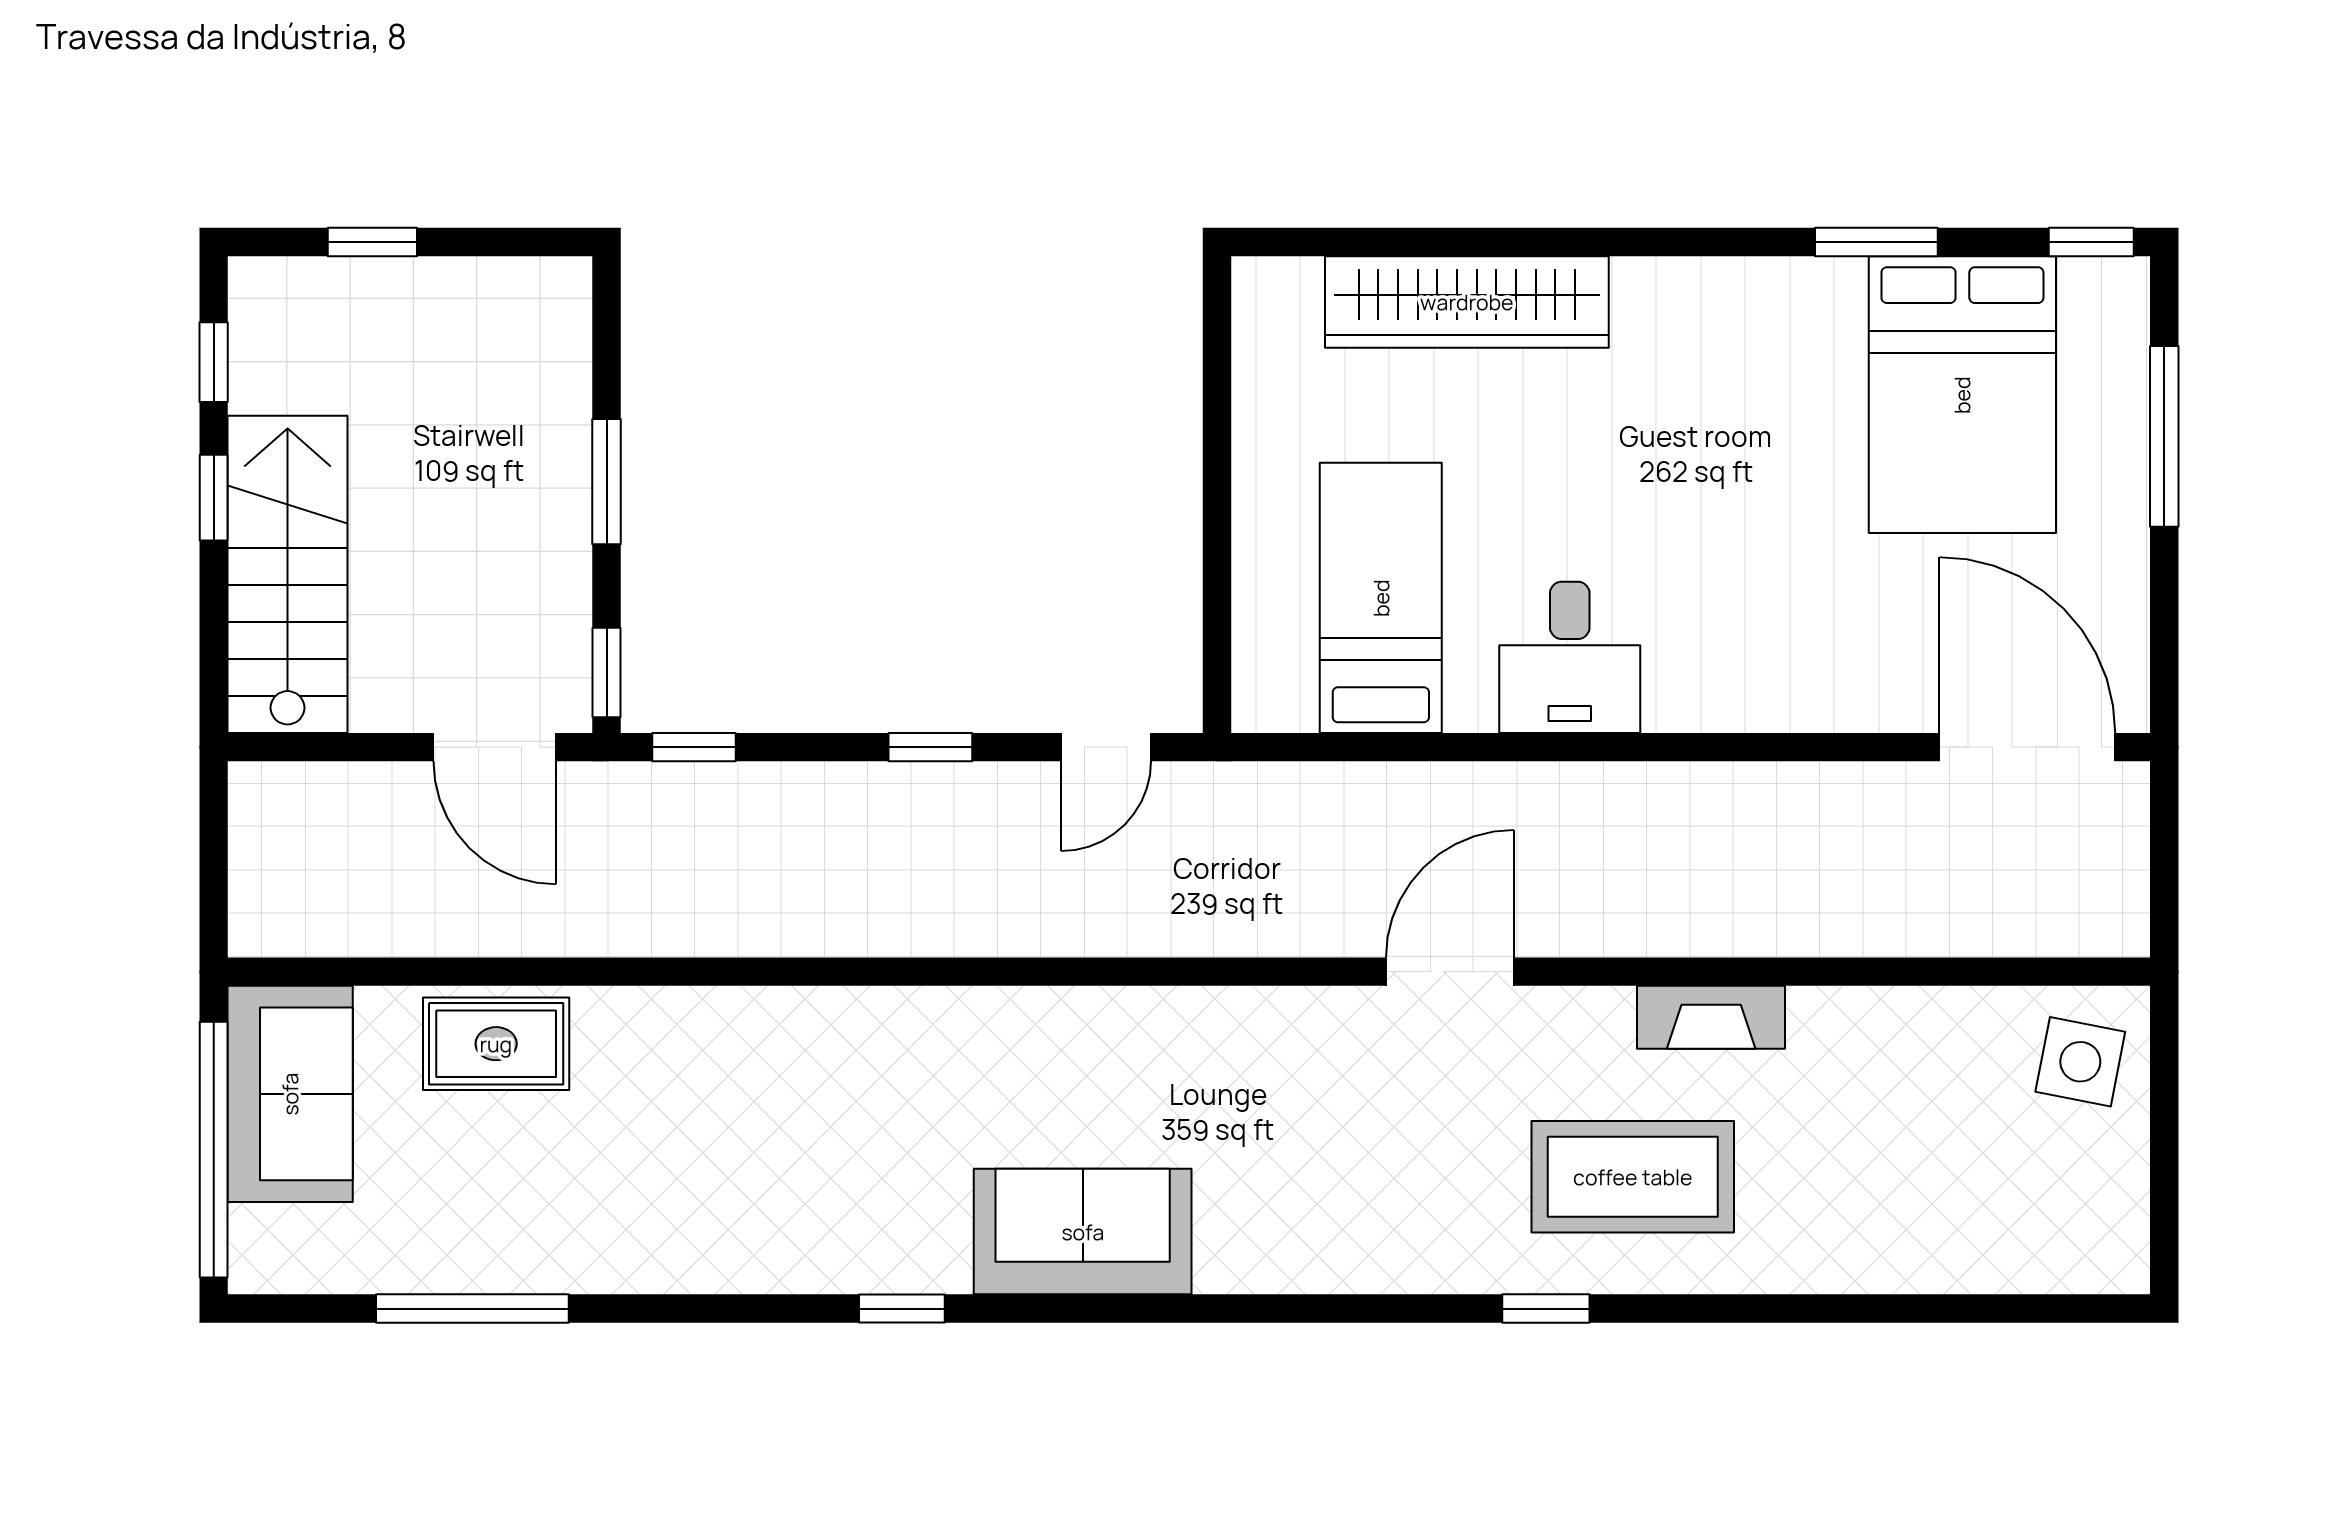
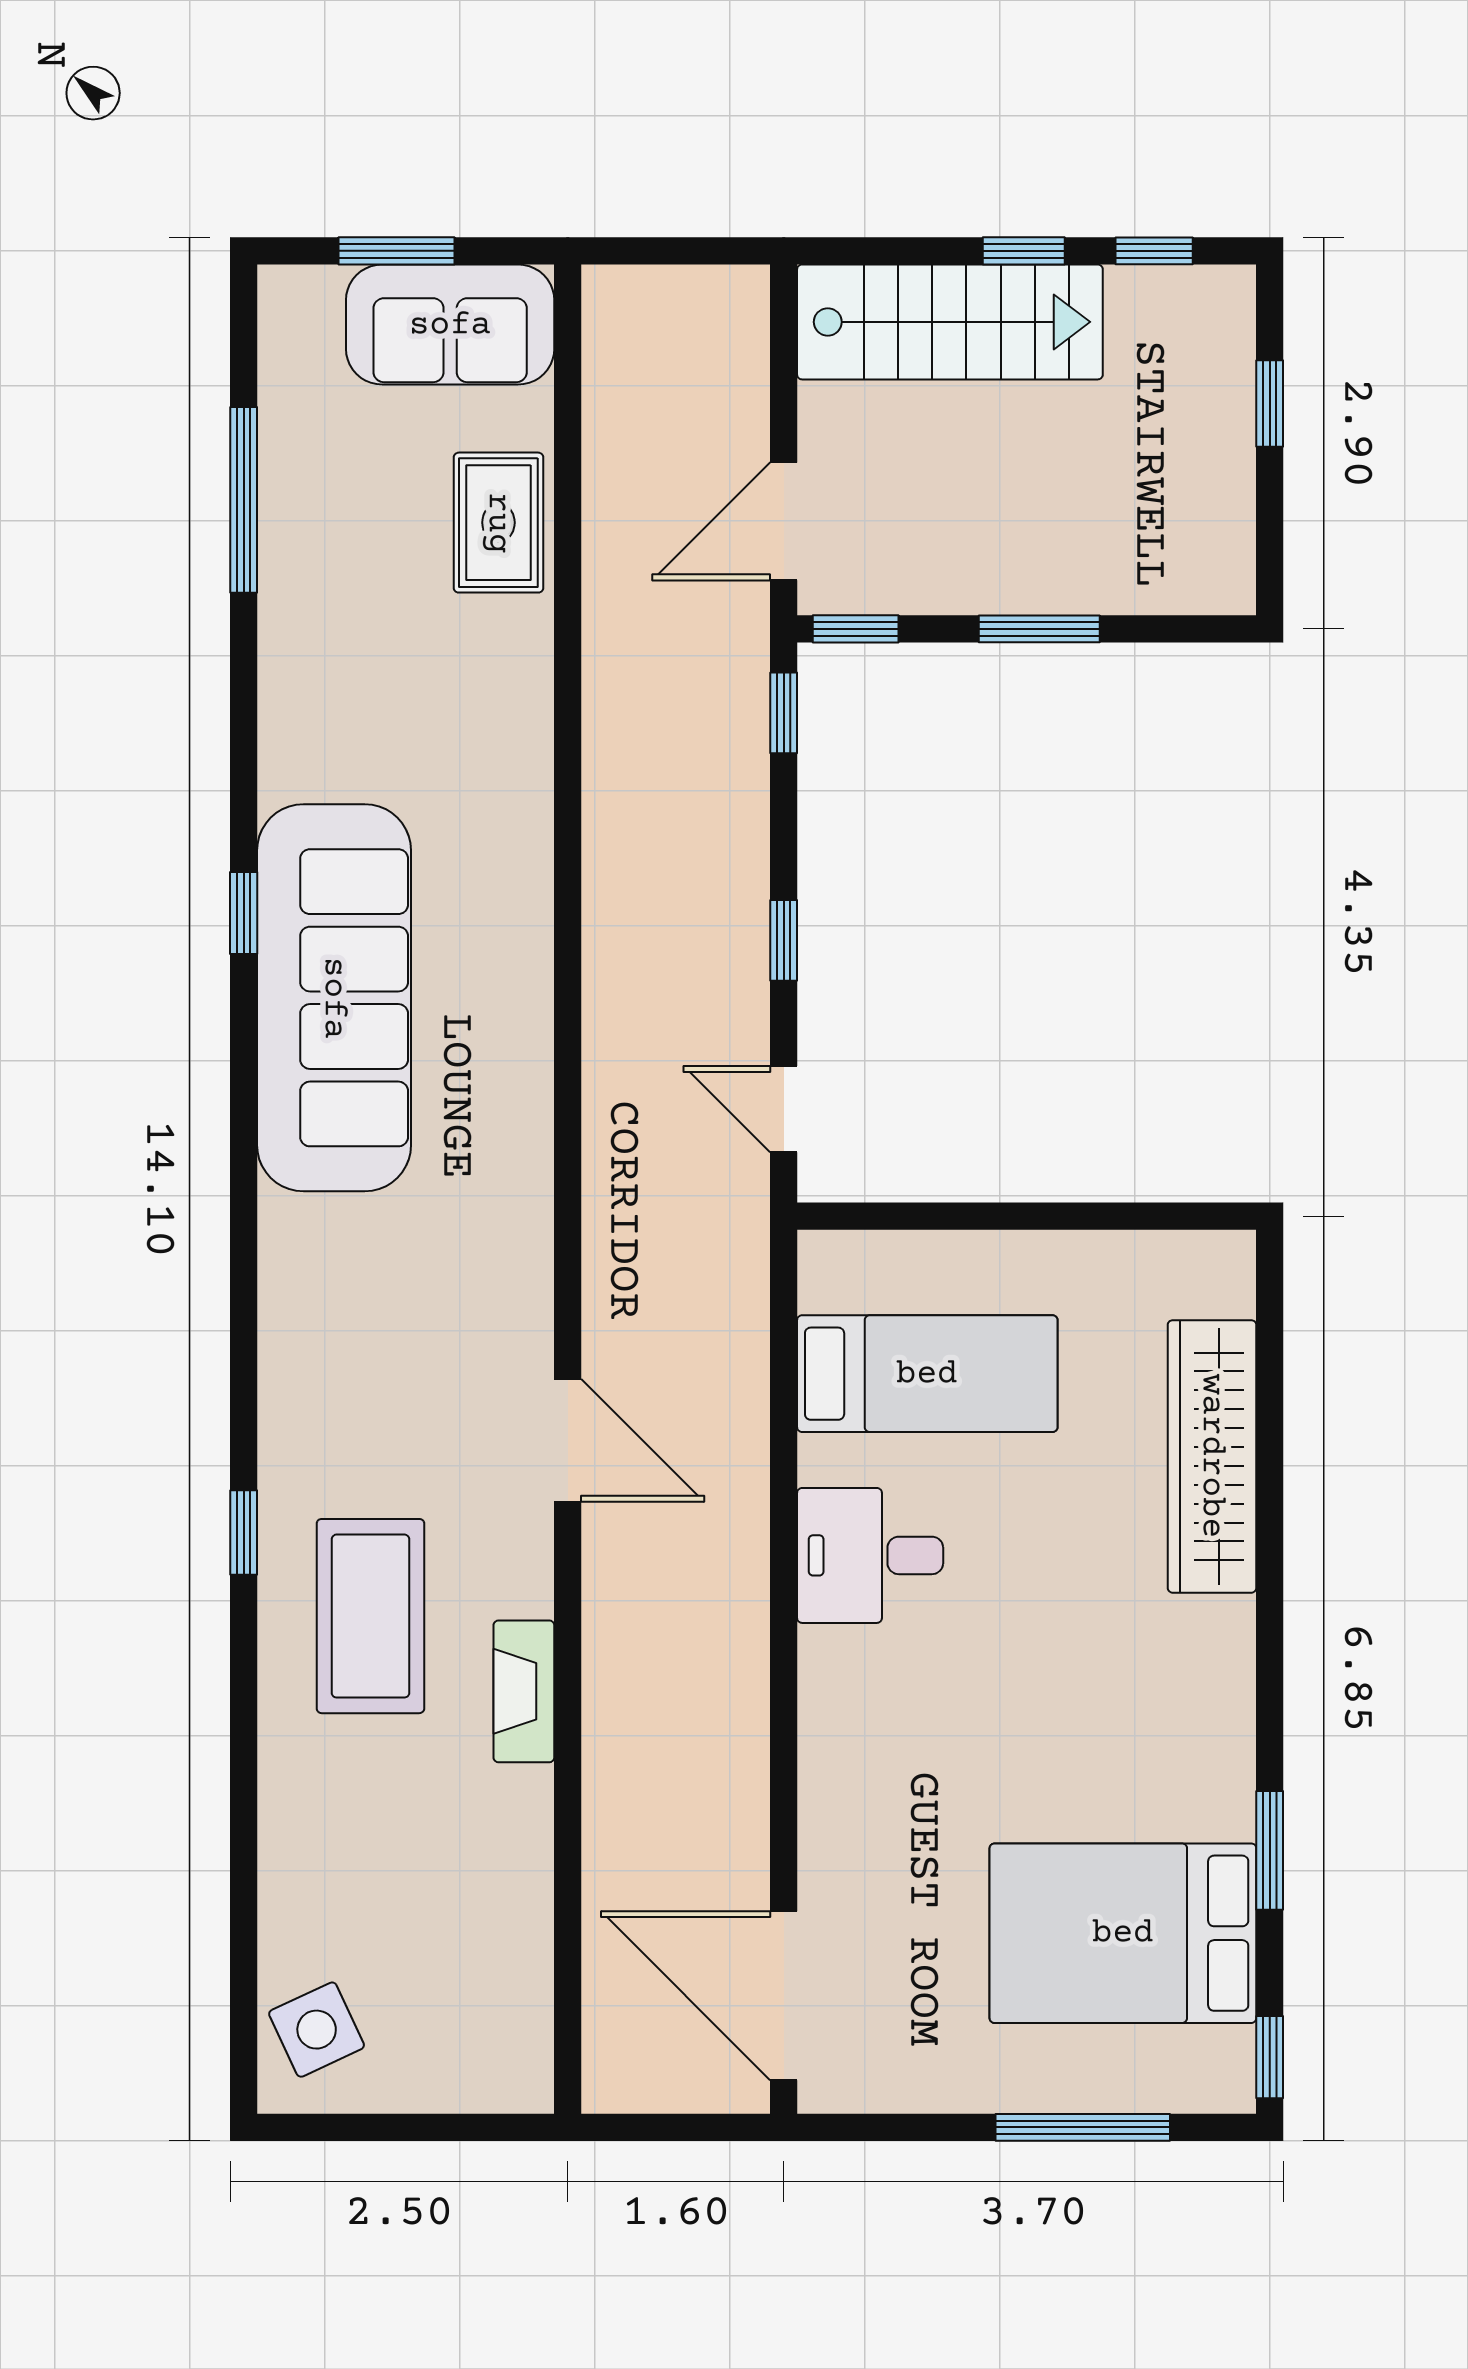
door: (2027, 747) -> (784, 1996), swing flipped
side table: (2080, 1062) -> (317, 2030), moved, turned -36
window: (214, 1150) -> (397, 251), width x0.47
sofa: (1083, 1232) -> (334, 998), width x1.85, depth x1.27

